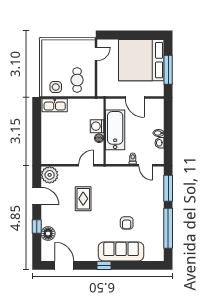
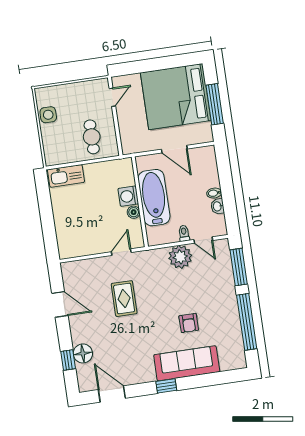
side table: (56, 87) -> (48, 115), moved
plant: (50, 175) -> (180, 257), moved
window: (37, 226) -> (68, 360), moved

